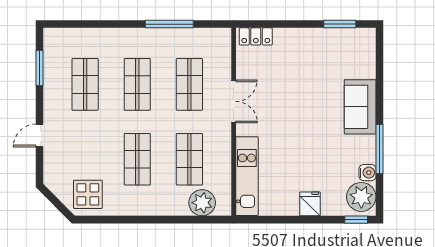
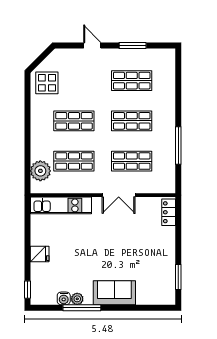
window: (39, 68) -> (133, 45), moved
plant: (361, 197) -> (77, 299), moved, width x0.53, depth x0.53

